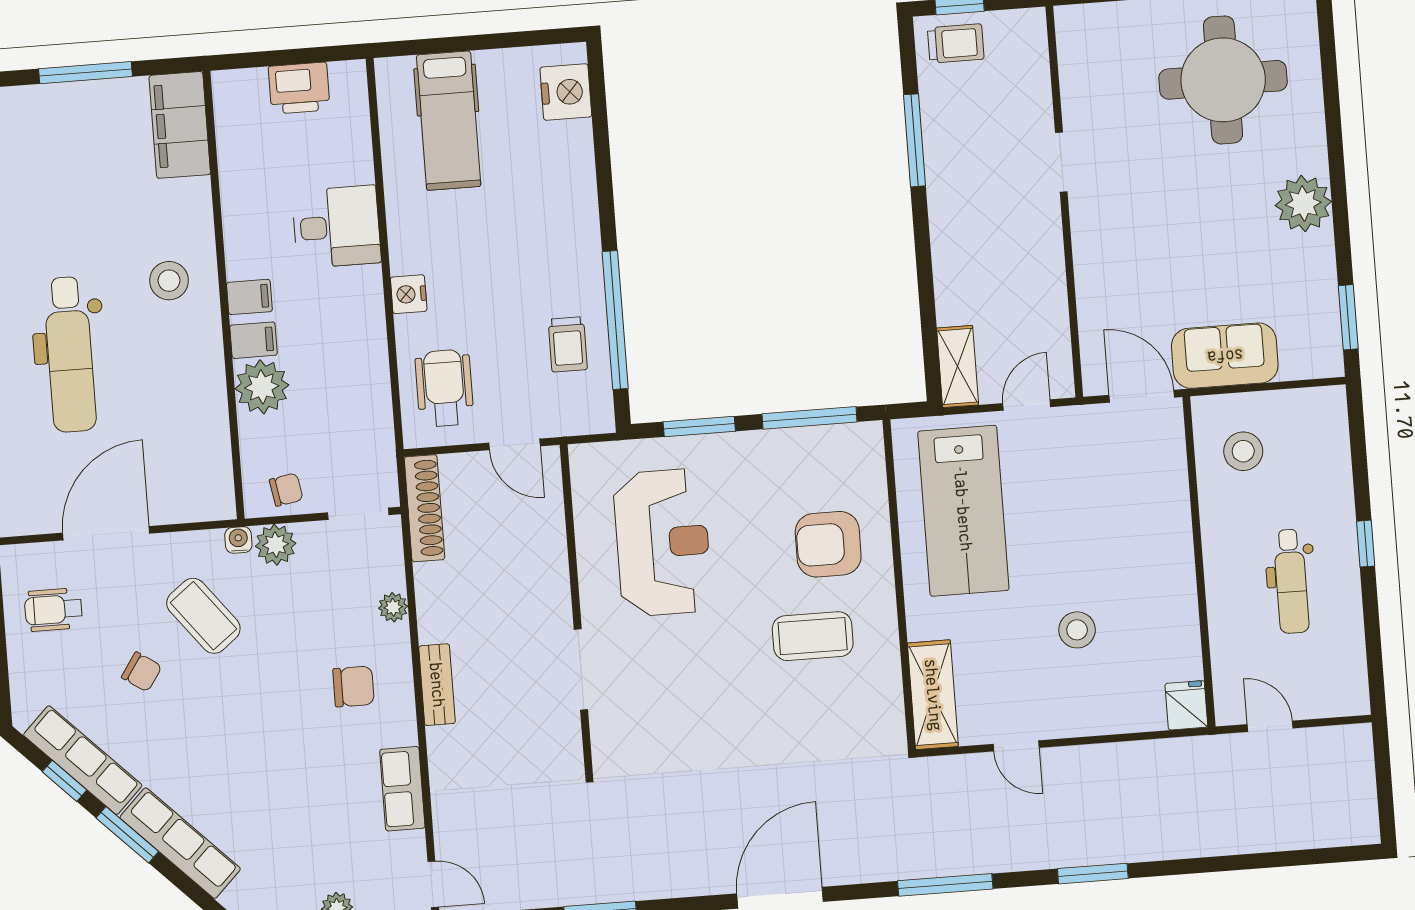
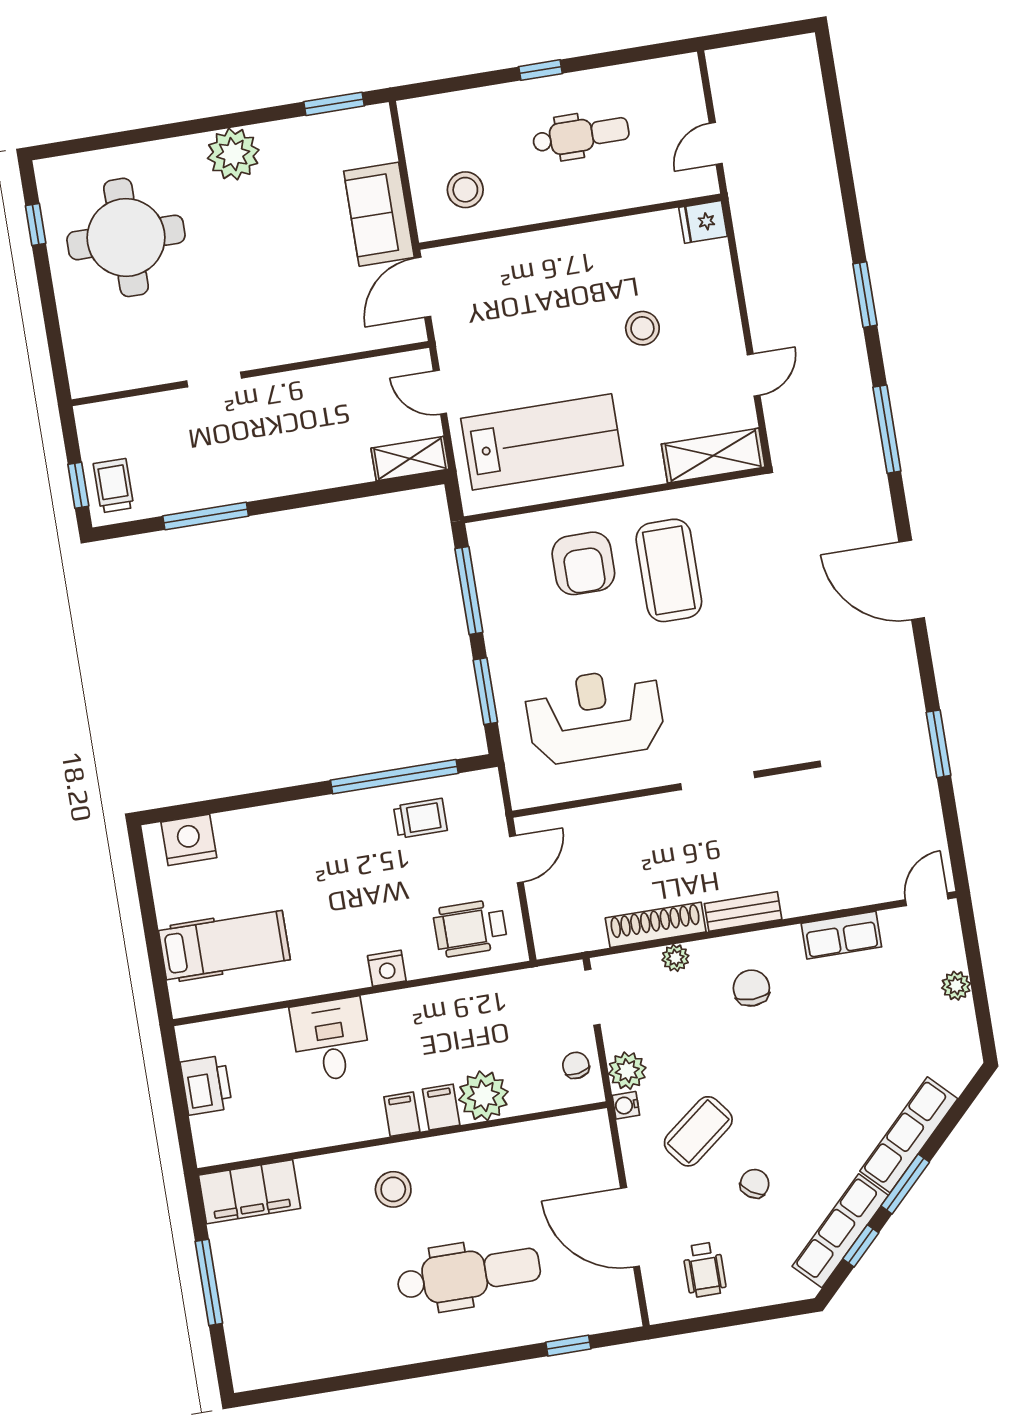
shoe rack: (424, 508) -> (656, 925), moved
coffee table: (813, 636) -> (669, 570), width x1.36, depth x1.32

